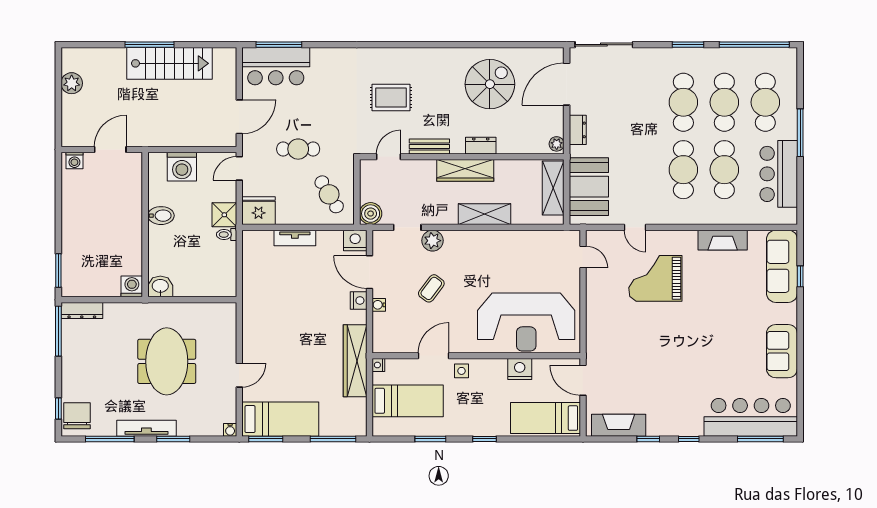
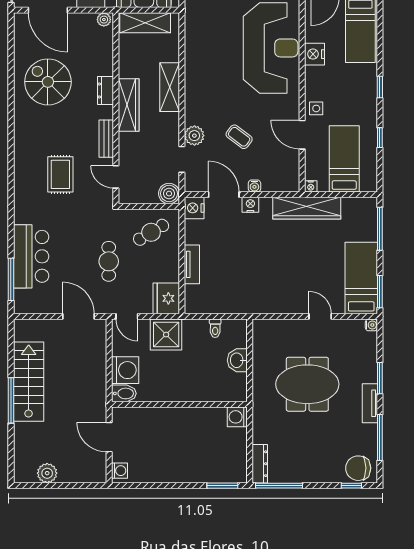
bar counter: (276, 66) -> (31, 256), moved
shower: (224, 215) -> (166, 335), width x1.36, depth x1.36
bidet: (161, 216) -> (124, 393), moved, turned 90
toilet: (227, 235) -> (215, 328), moved
door: (369, 272) -> (224, 195), swing flipped
washbasin: (160, 286) -> (237, 360), moved
tv unit: (146, 428) -> (370, 403), width x0.71
window: (430, 439) -> (380, 138), width x0.67

